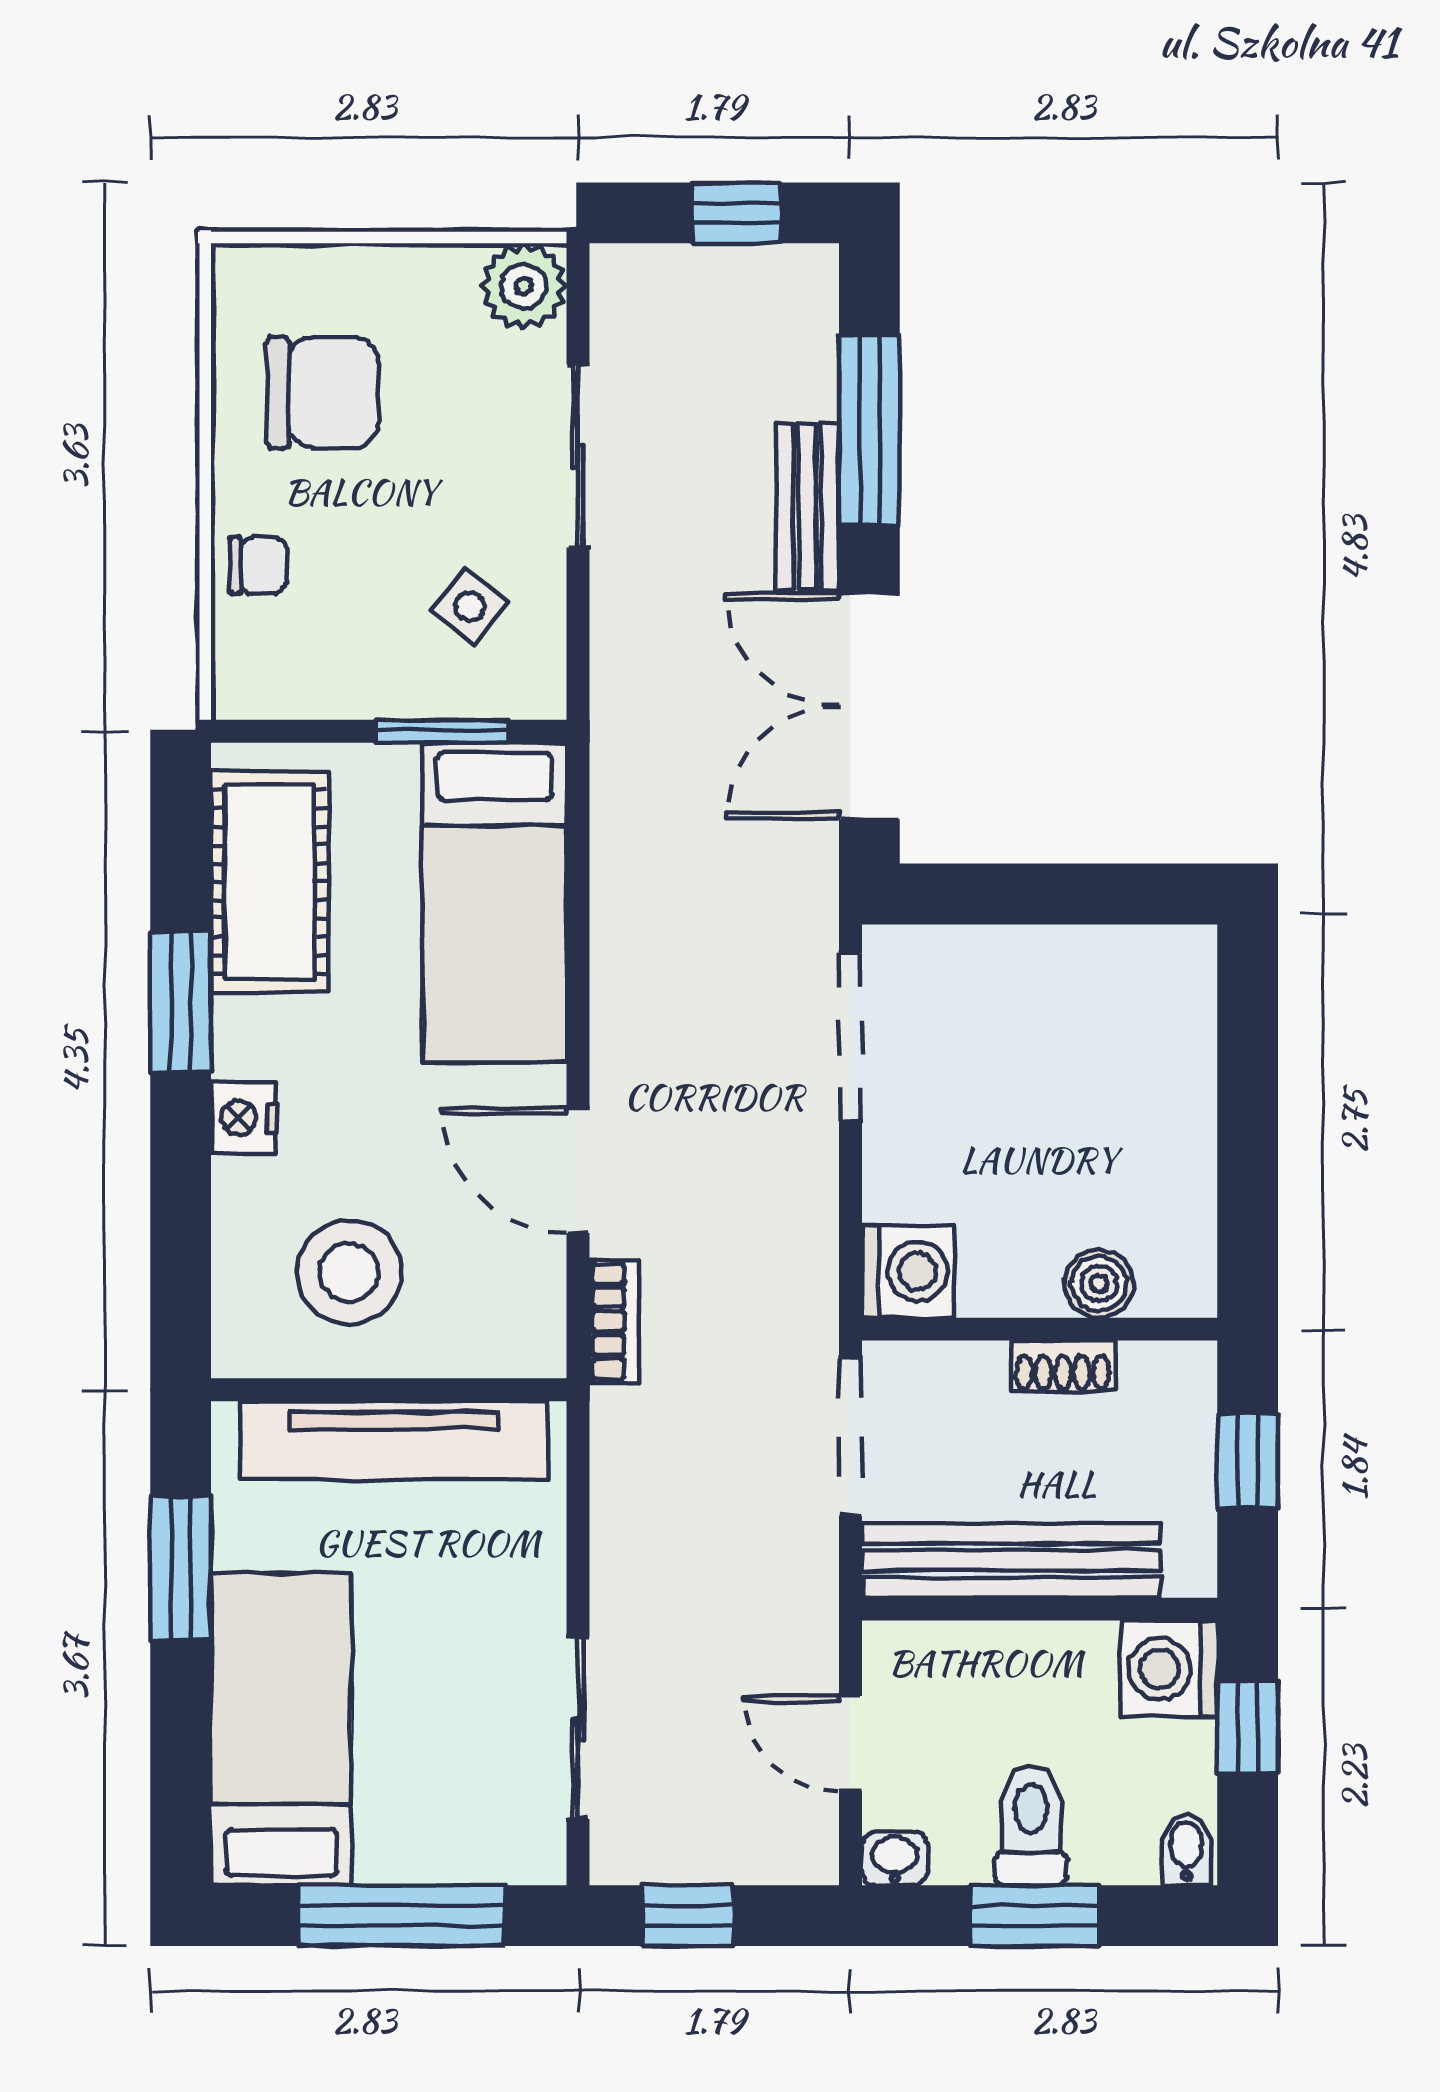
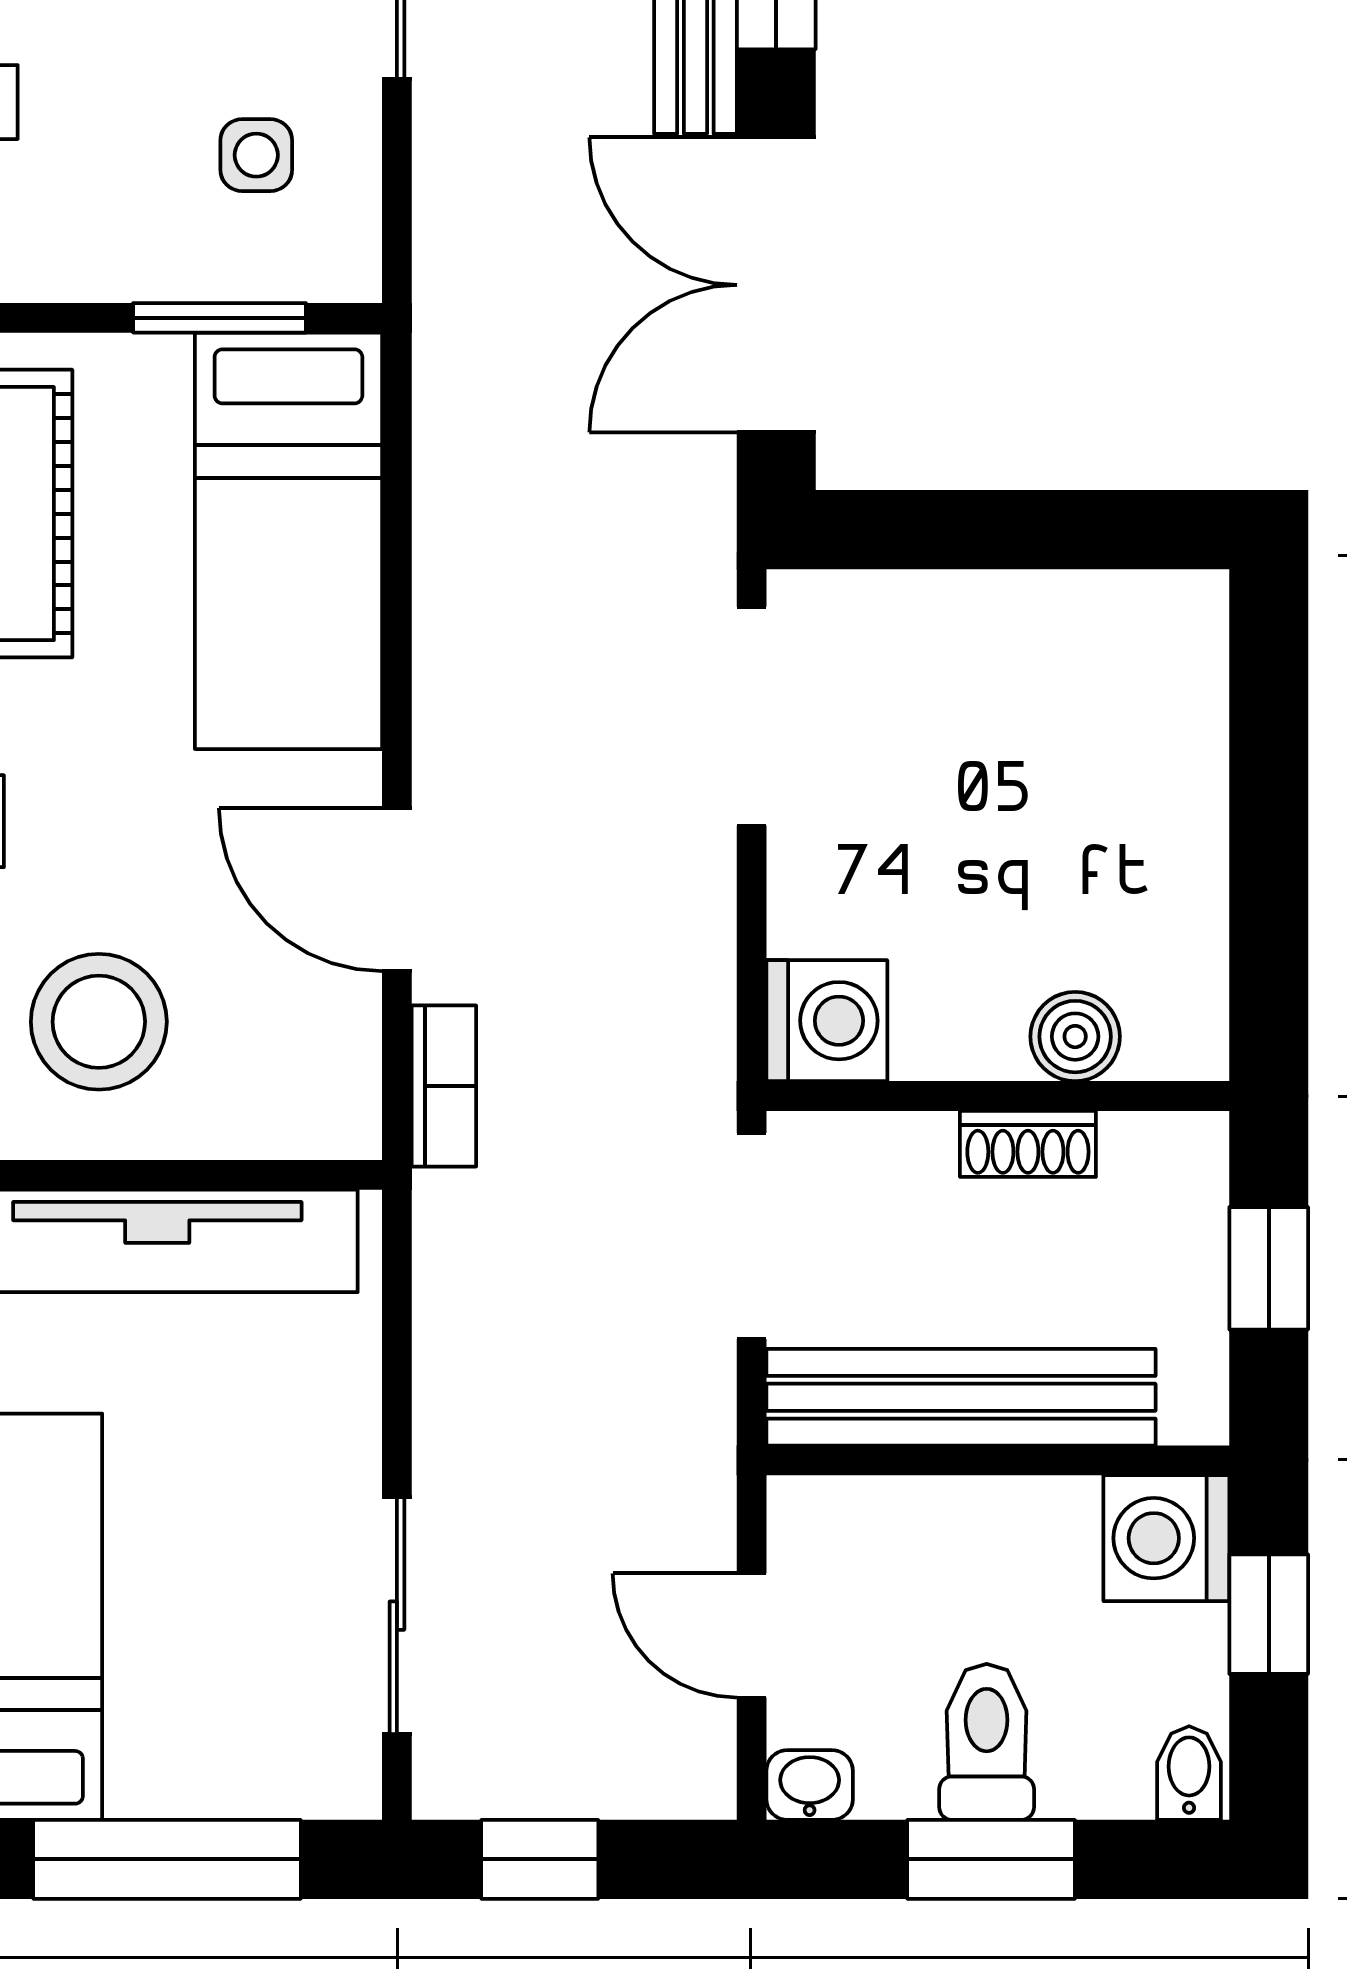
side table: (470, 606) -> (256, 155), turned -38

